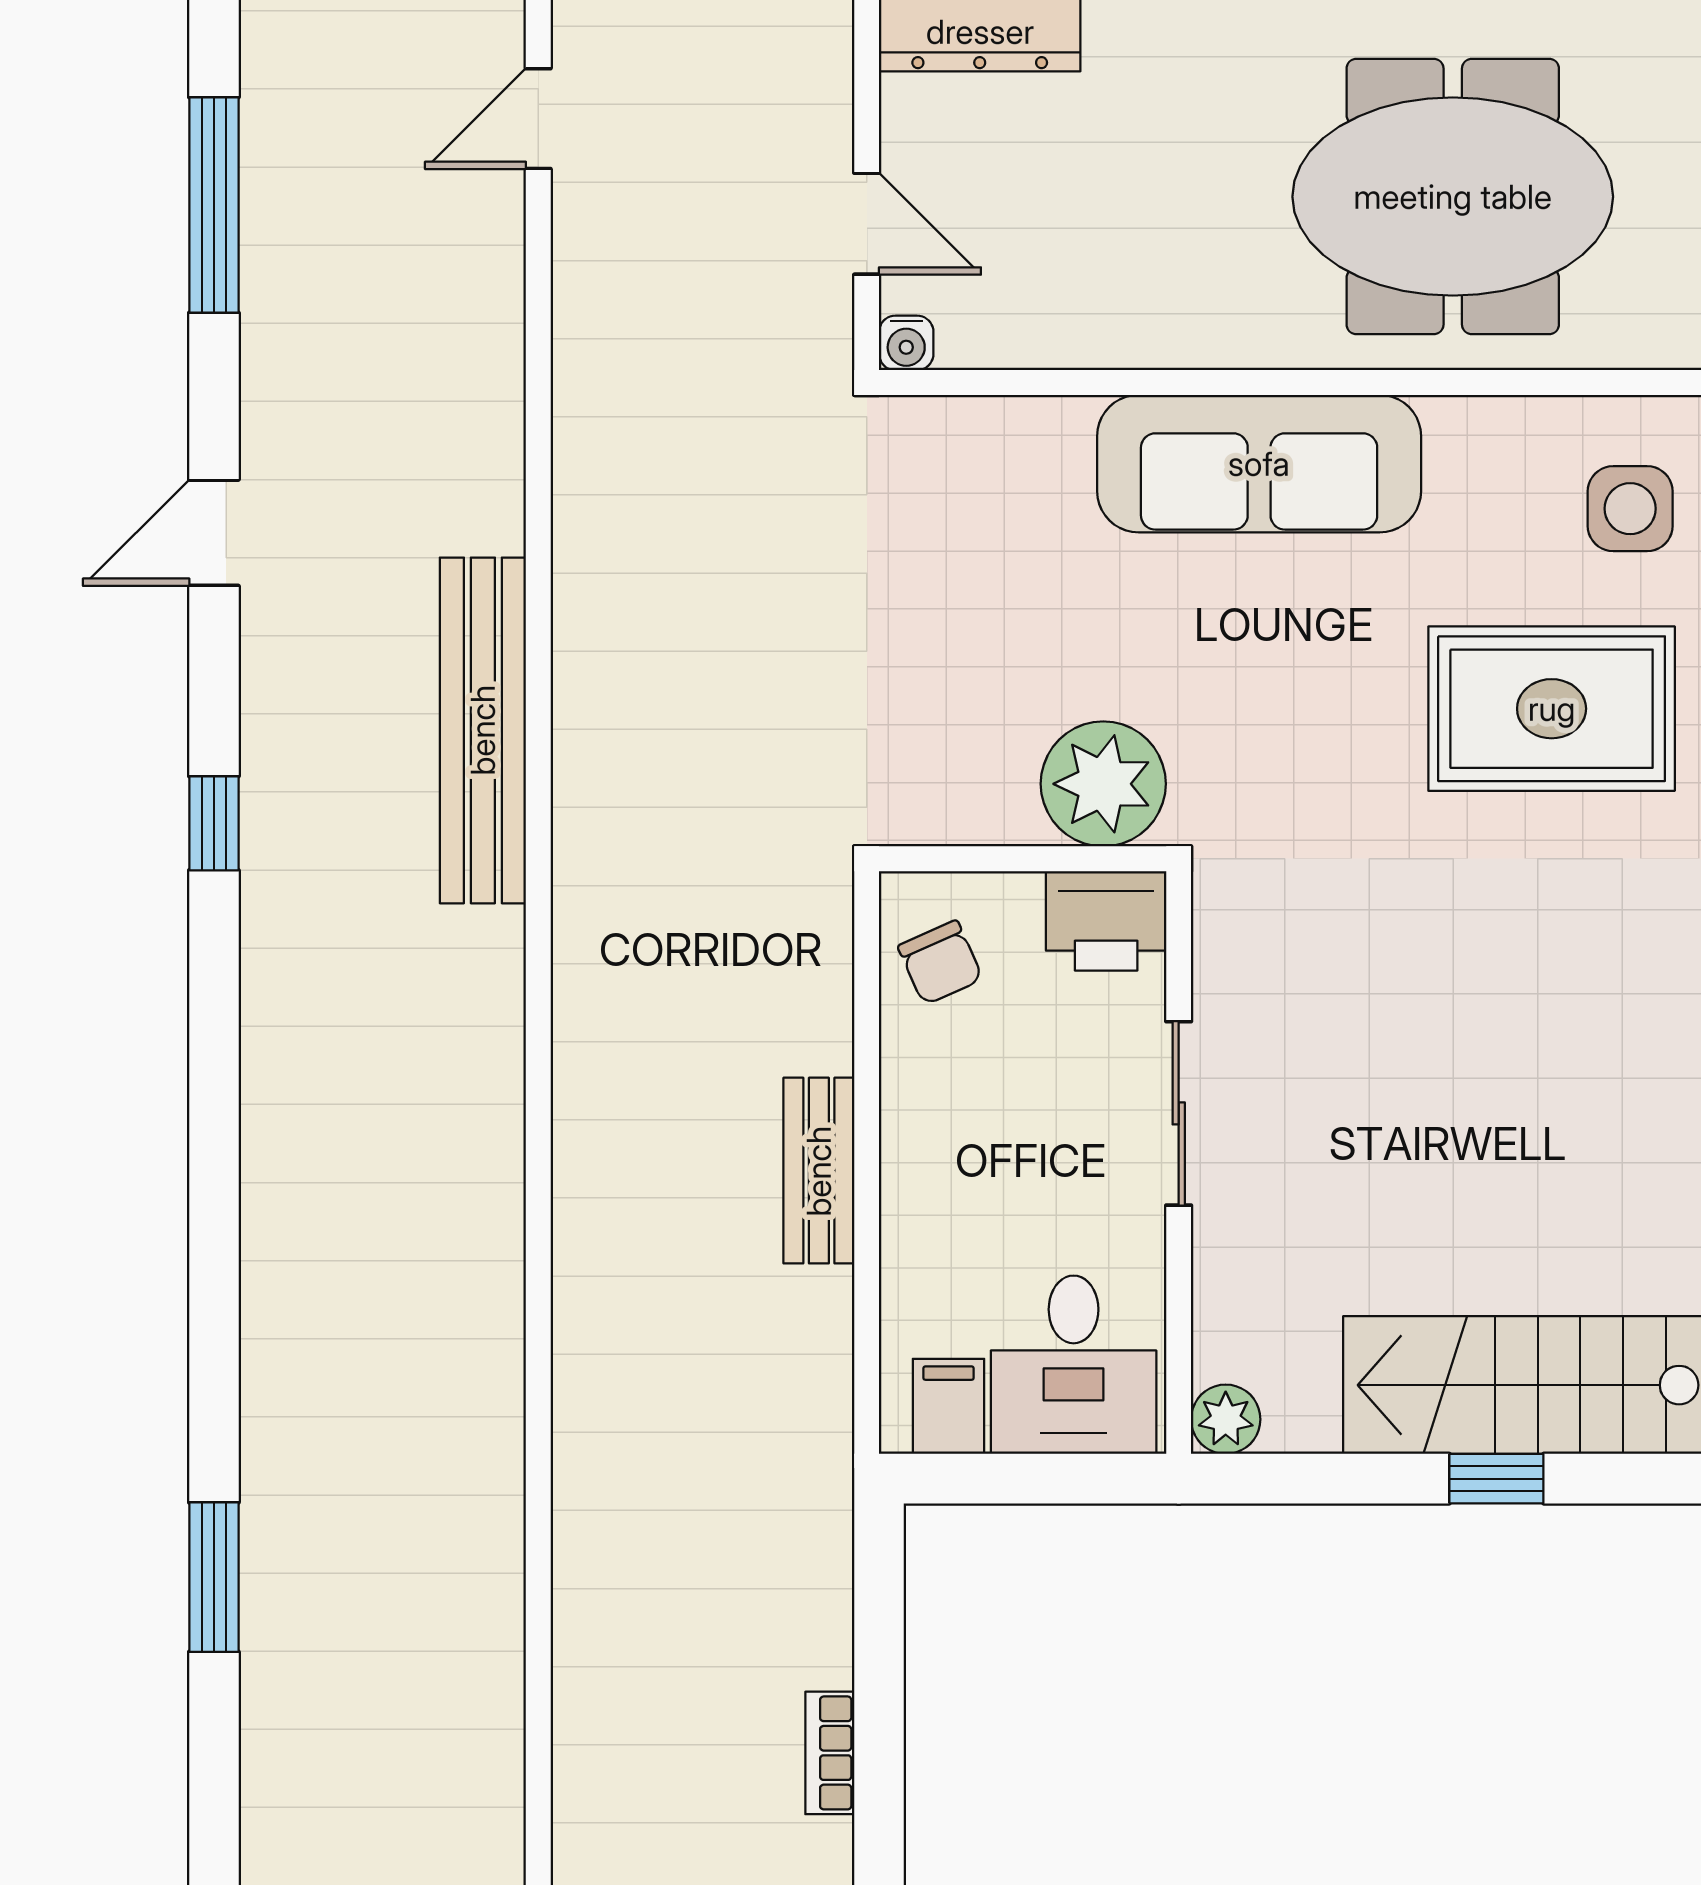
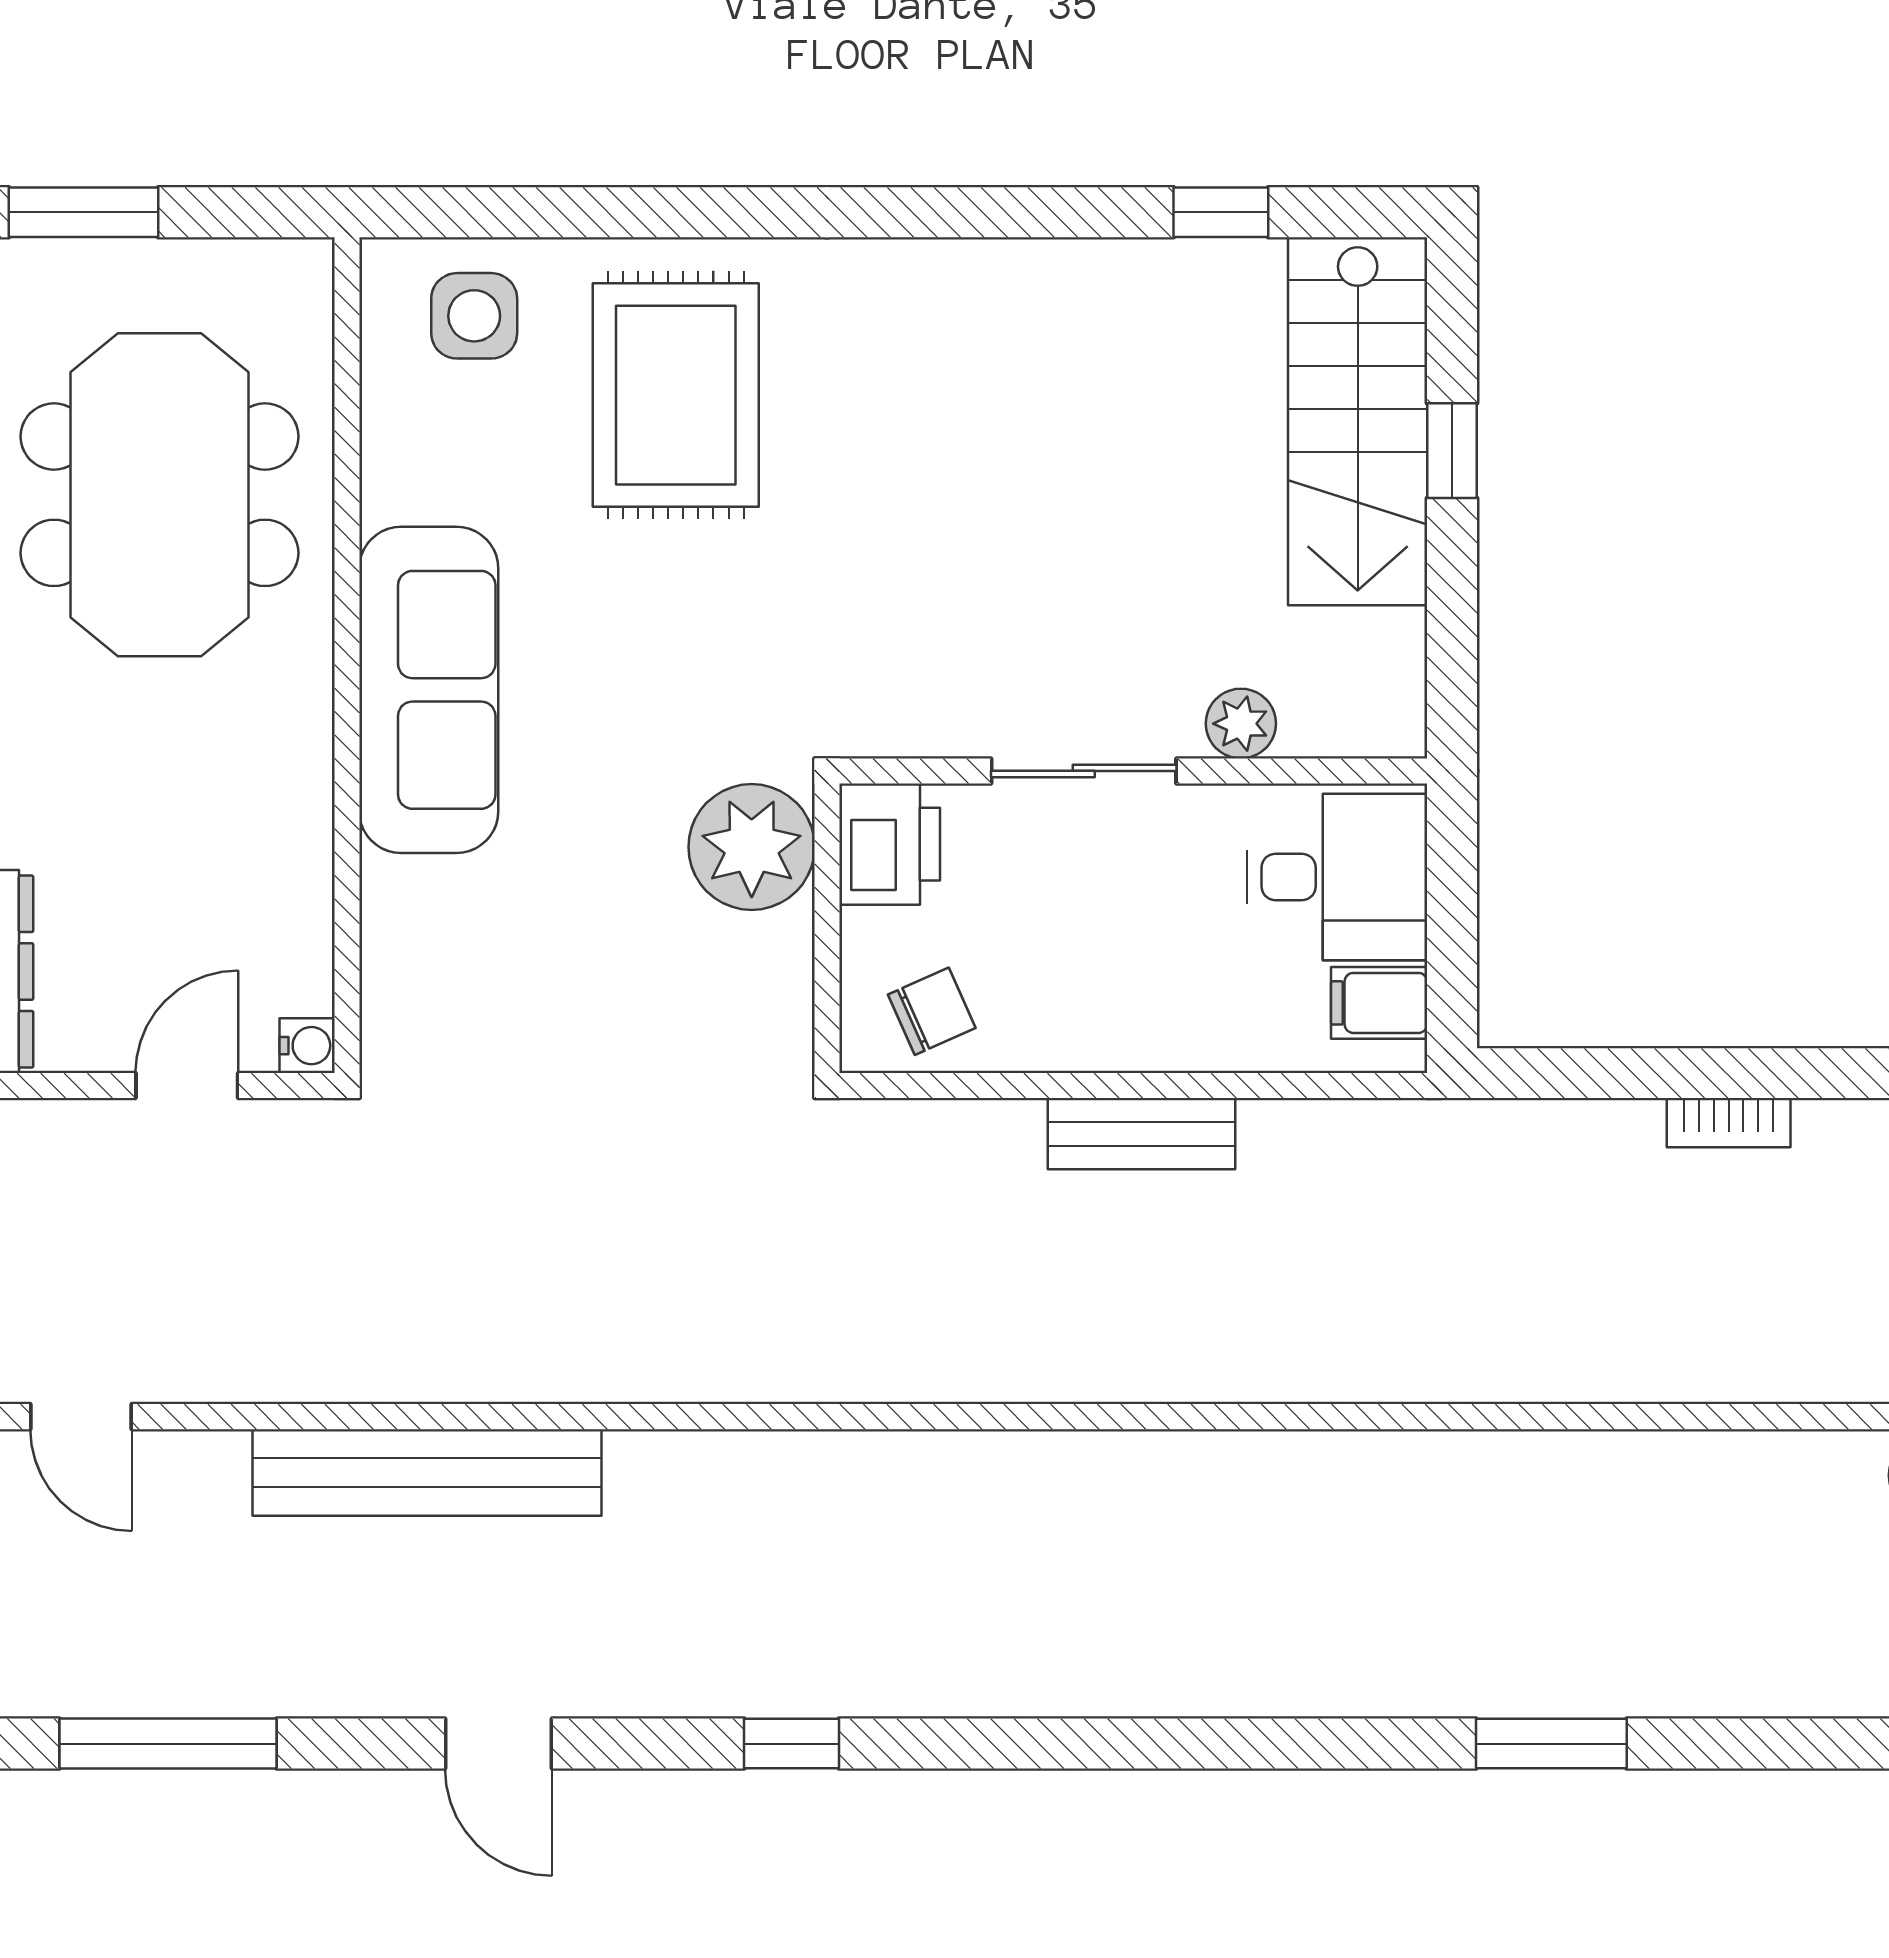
bench: (483, 730) -> (427, 1472), moved
plant: (1226, 1419) -> (1241, 724), moved

